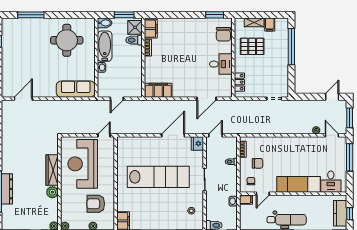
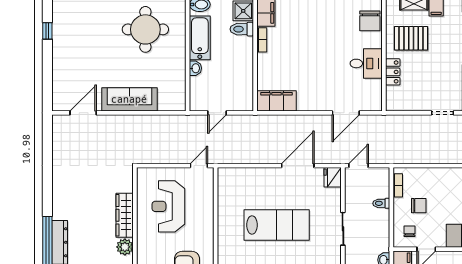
locker: (239, 82) -> (393, 72), moved
sofa: (76, 89) -> (129, 99), moved
reception desk: (83, 164) -> (168, 206), width x0.74, depth x0.77
lab bench: (158, 177) -> (277, 225), width x0.73

